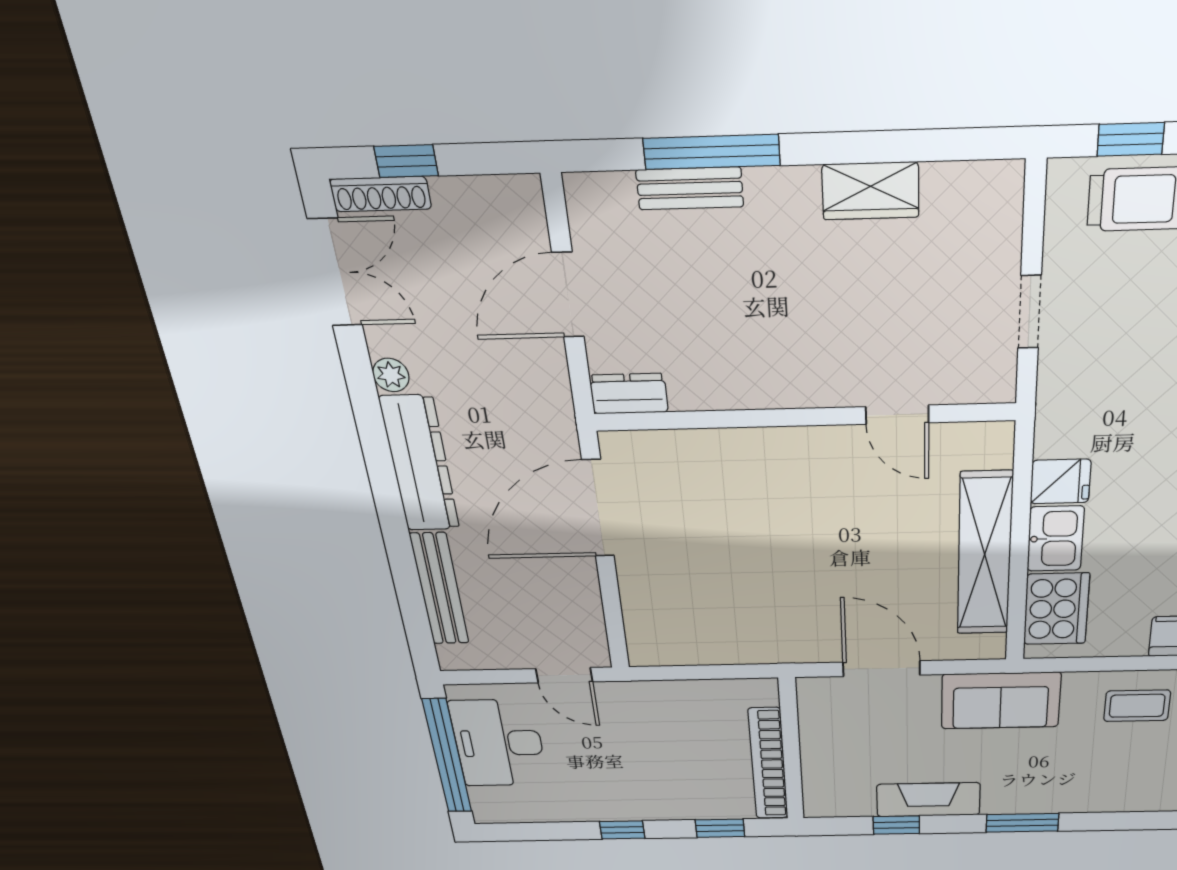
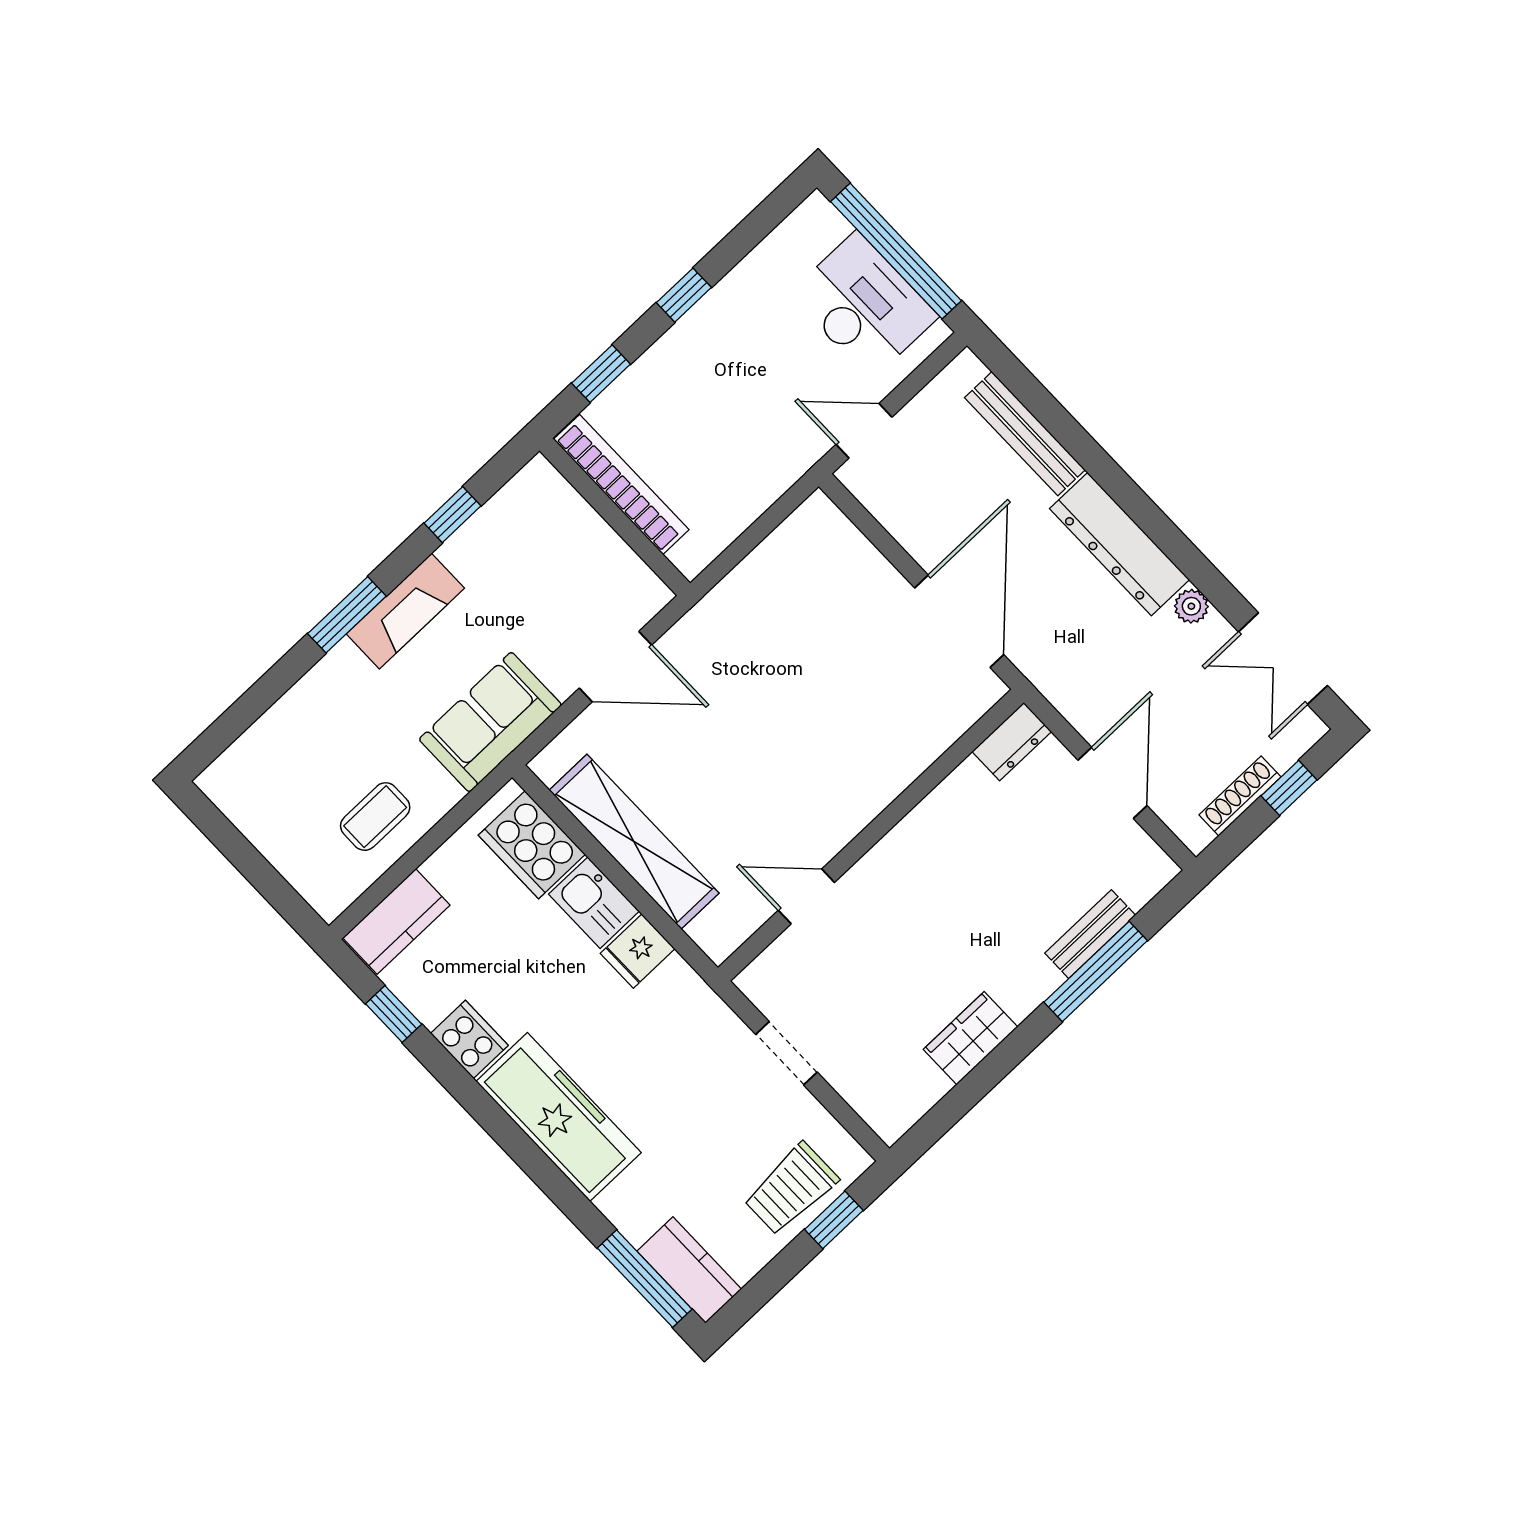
shoe rack: (381, 194) -> (1240, 796), moved
fireplace: (928, 800) -> (405, 611), moved

